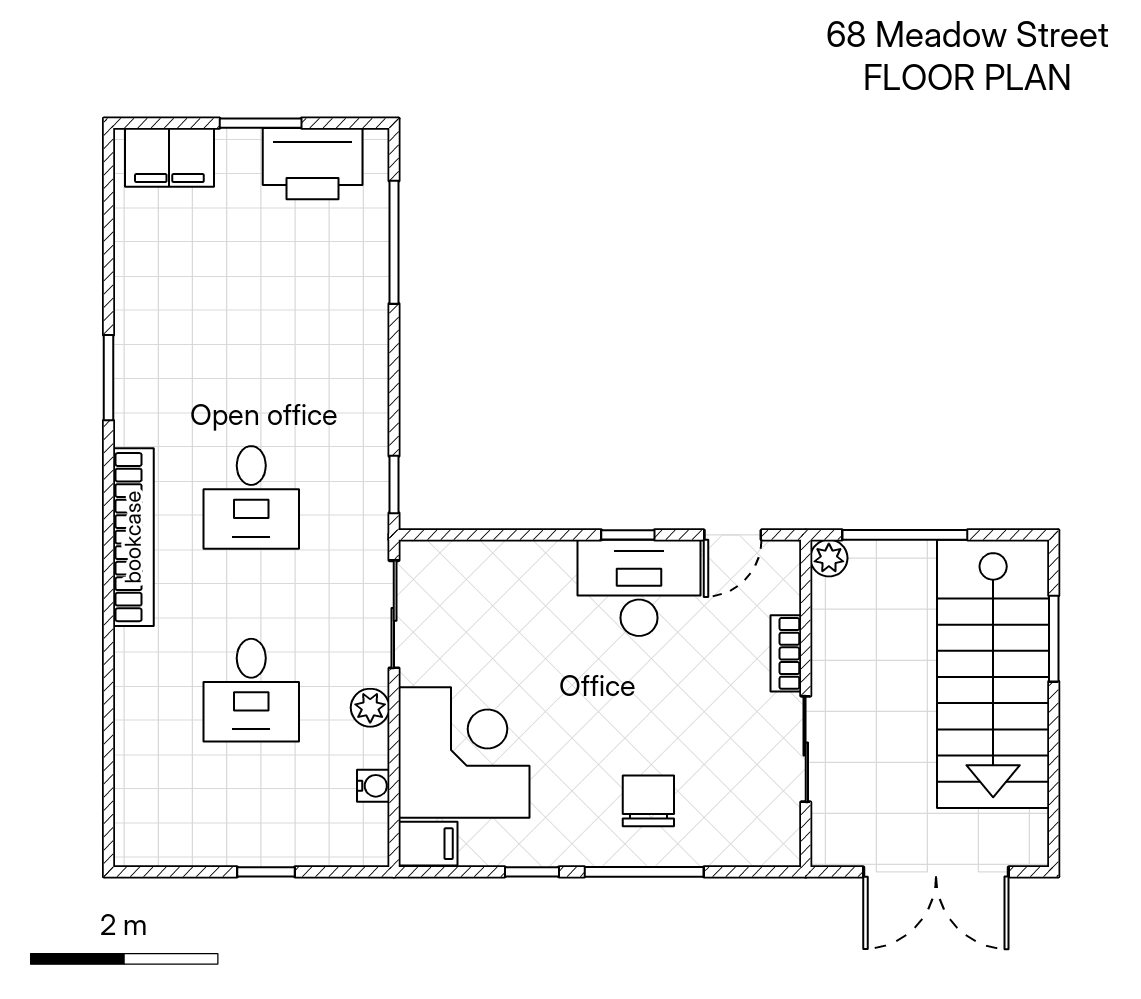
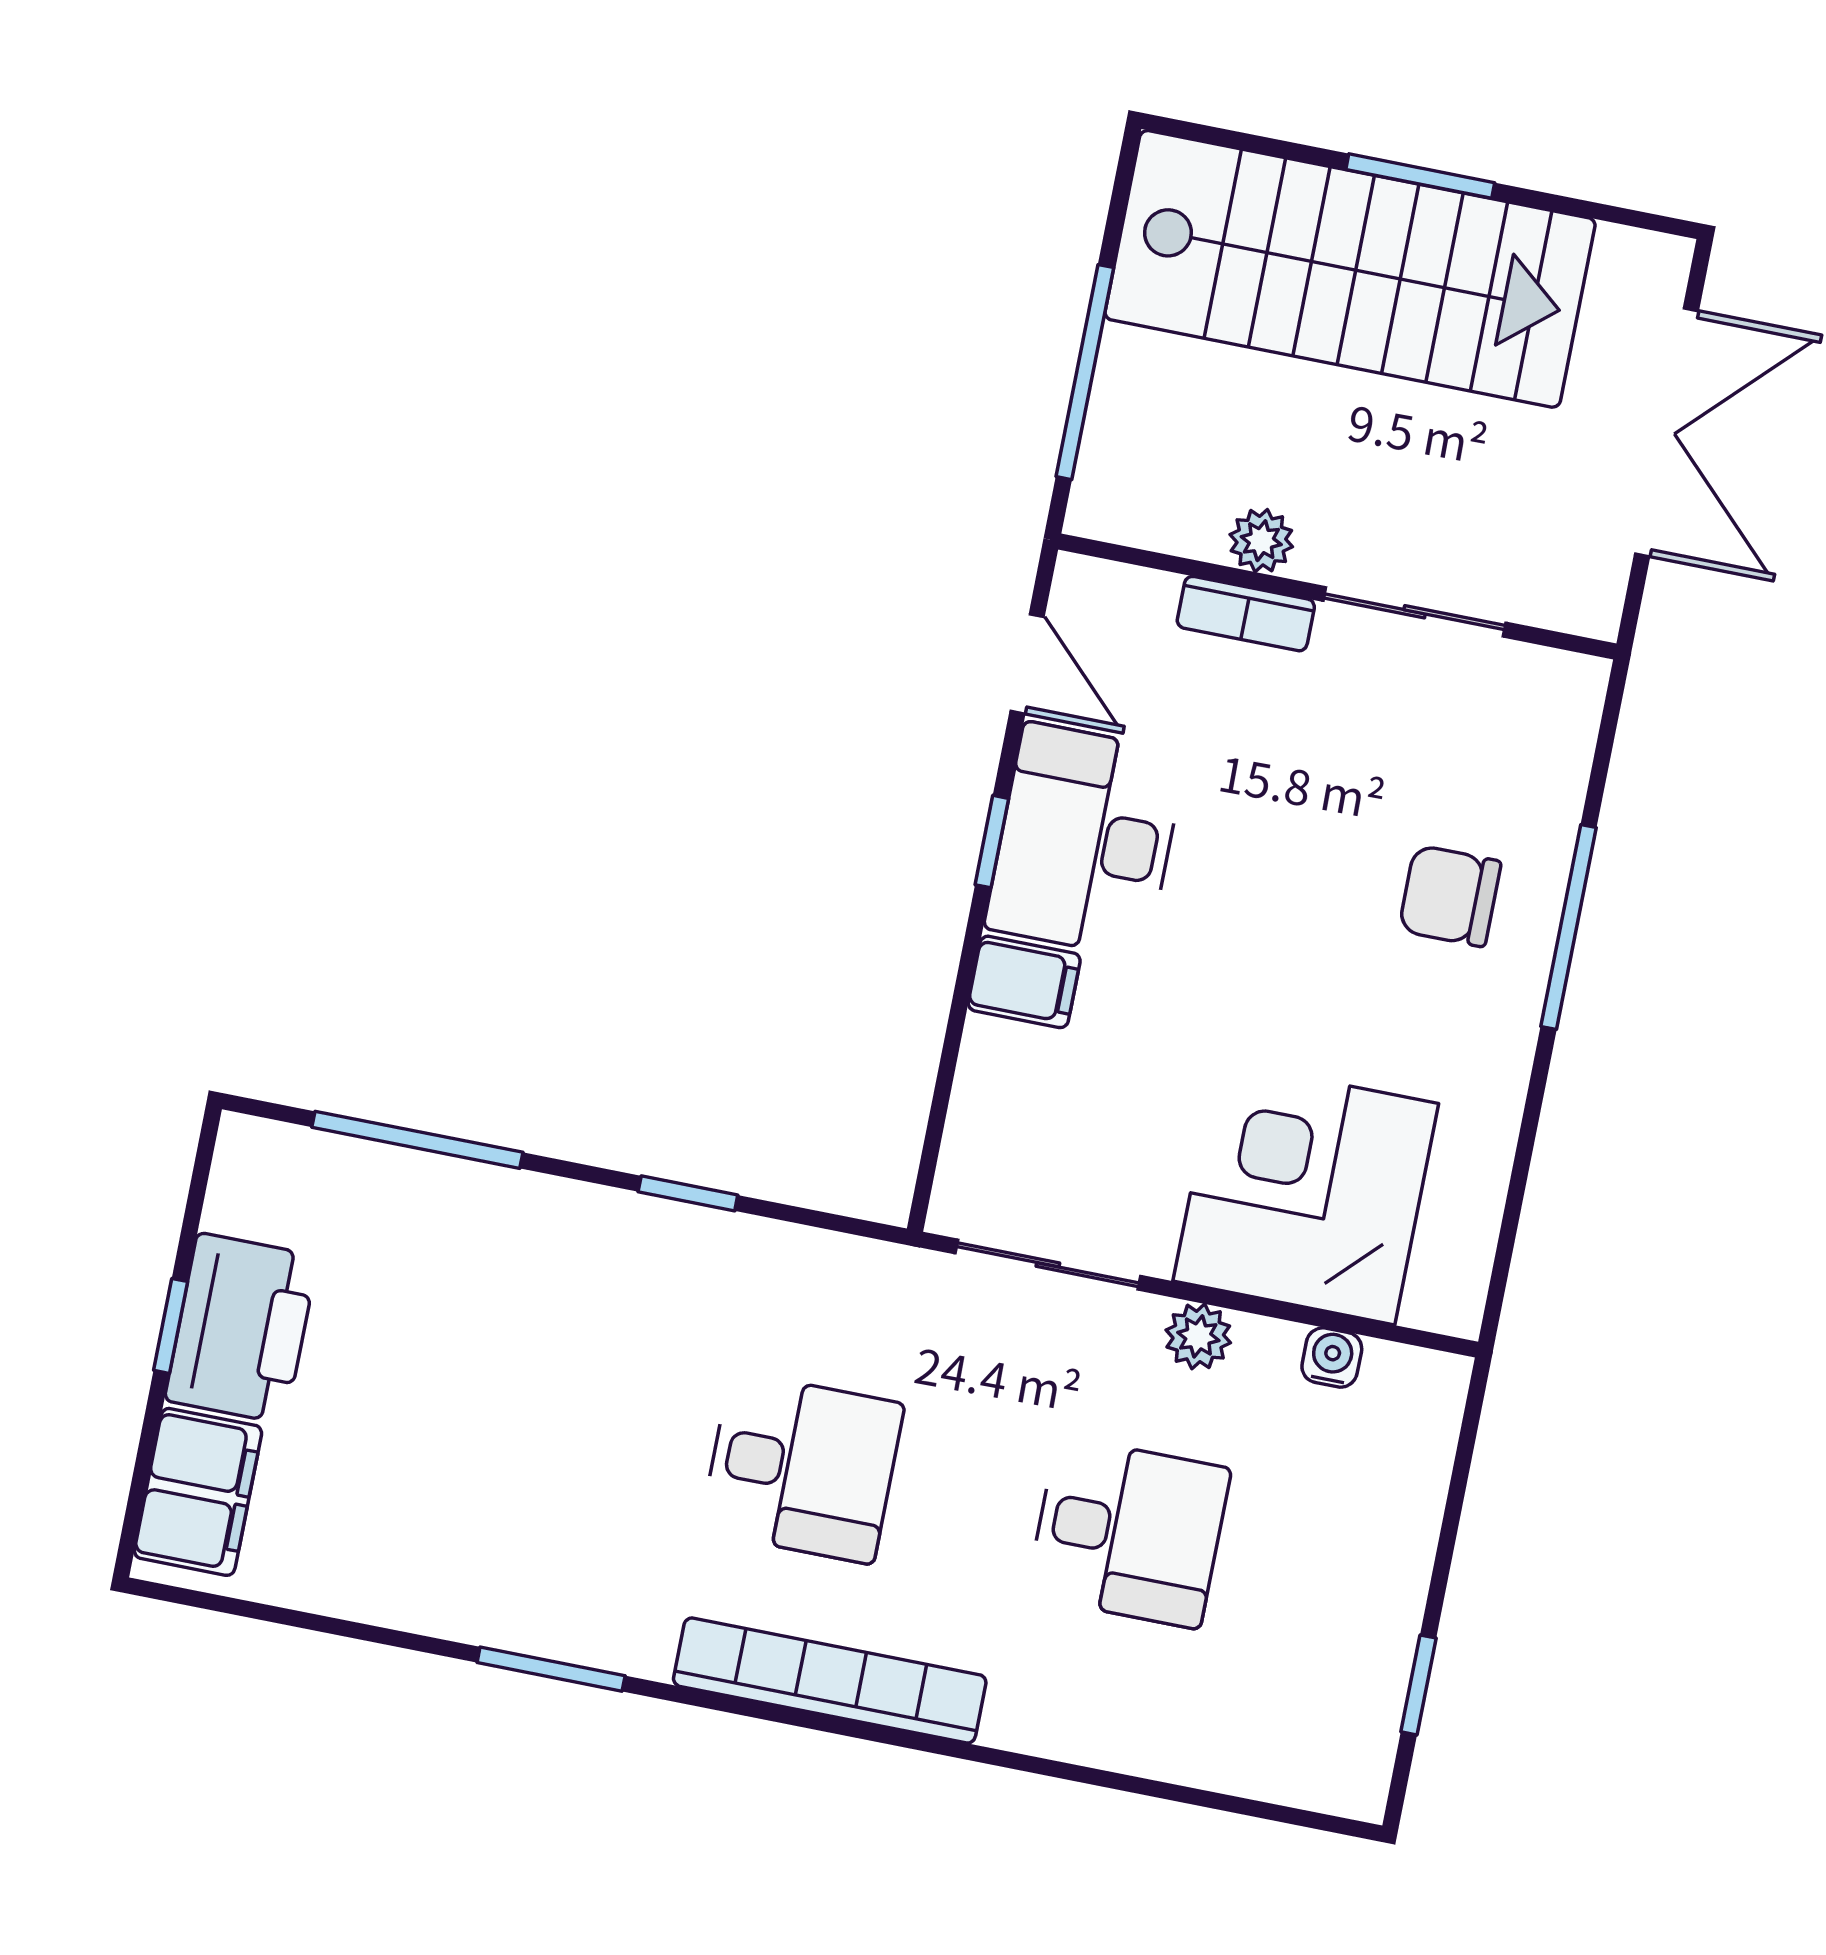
window: (261, 123) -> (171, 1326), width x0.67
printer: (313, 164) -> (241, 1328), moved
window: (394, 484) -> (688, 1193), moved
plant: (829, 558) -> (1261, 541), moved
window: (1054, 639) -> (1420, 176), moved
filing cabinet: (428, 844) -> (1024, 982), moved, turned 90
window: (266, 872) -> (1418, 1685), moved
window: (532, 872) -> (1531, 1117), removed

